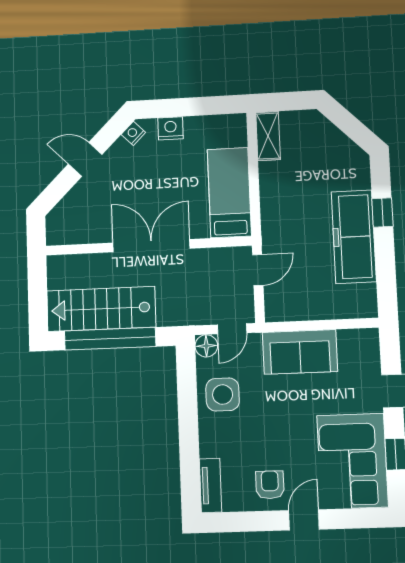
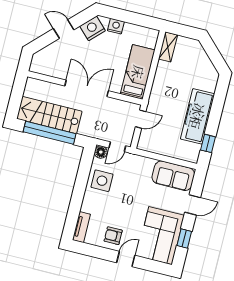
nightstand: (133, 133) -> (93, 28), width x1.89, depth x1.79
window: (382, 213) -> (208, 143), moved
sofa: (300, 352) -> (173, 176), moved
armchair: (270, 485) -> (113, 236), turned -90

